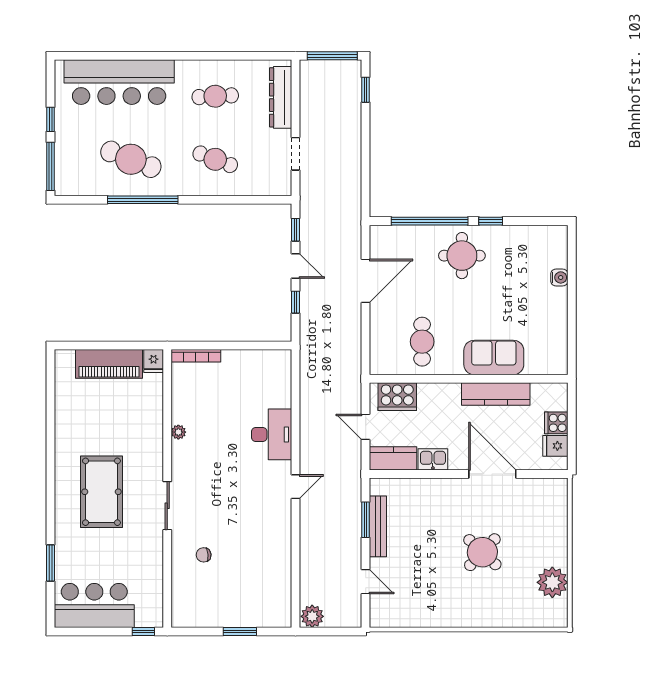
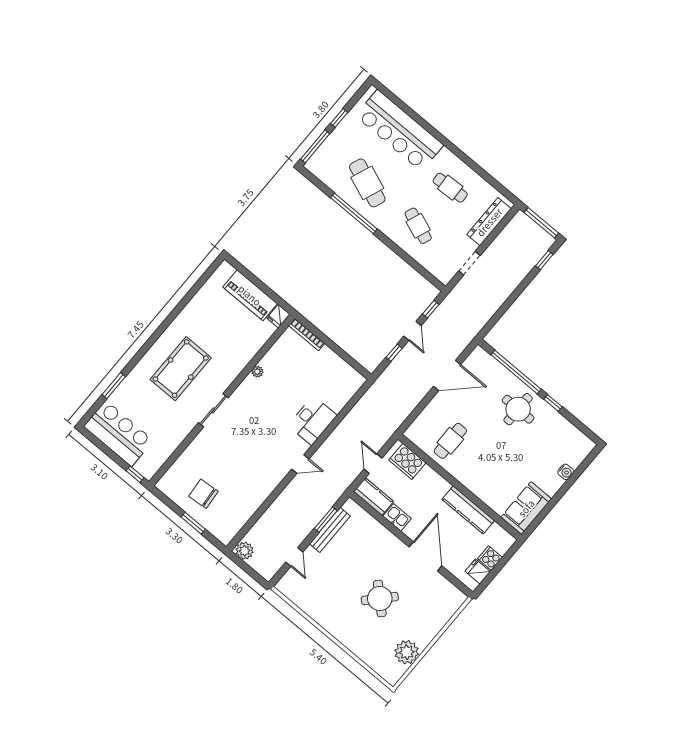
sofa: (494, 357) -> (526, 508), moved, turned -90
chair: (204, 555) -> (204, 494), moved, width x1.87, depth x1.87

